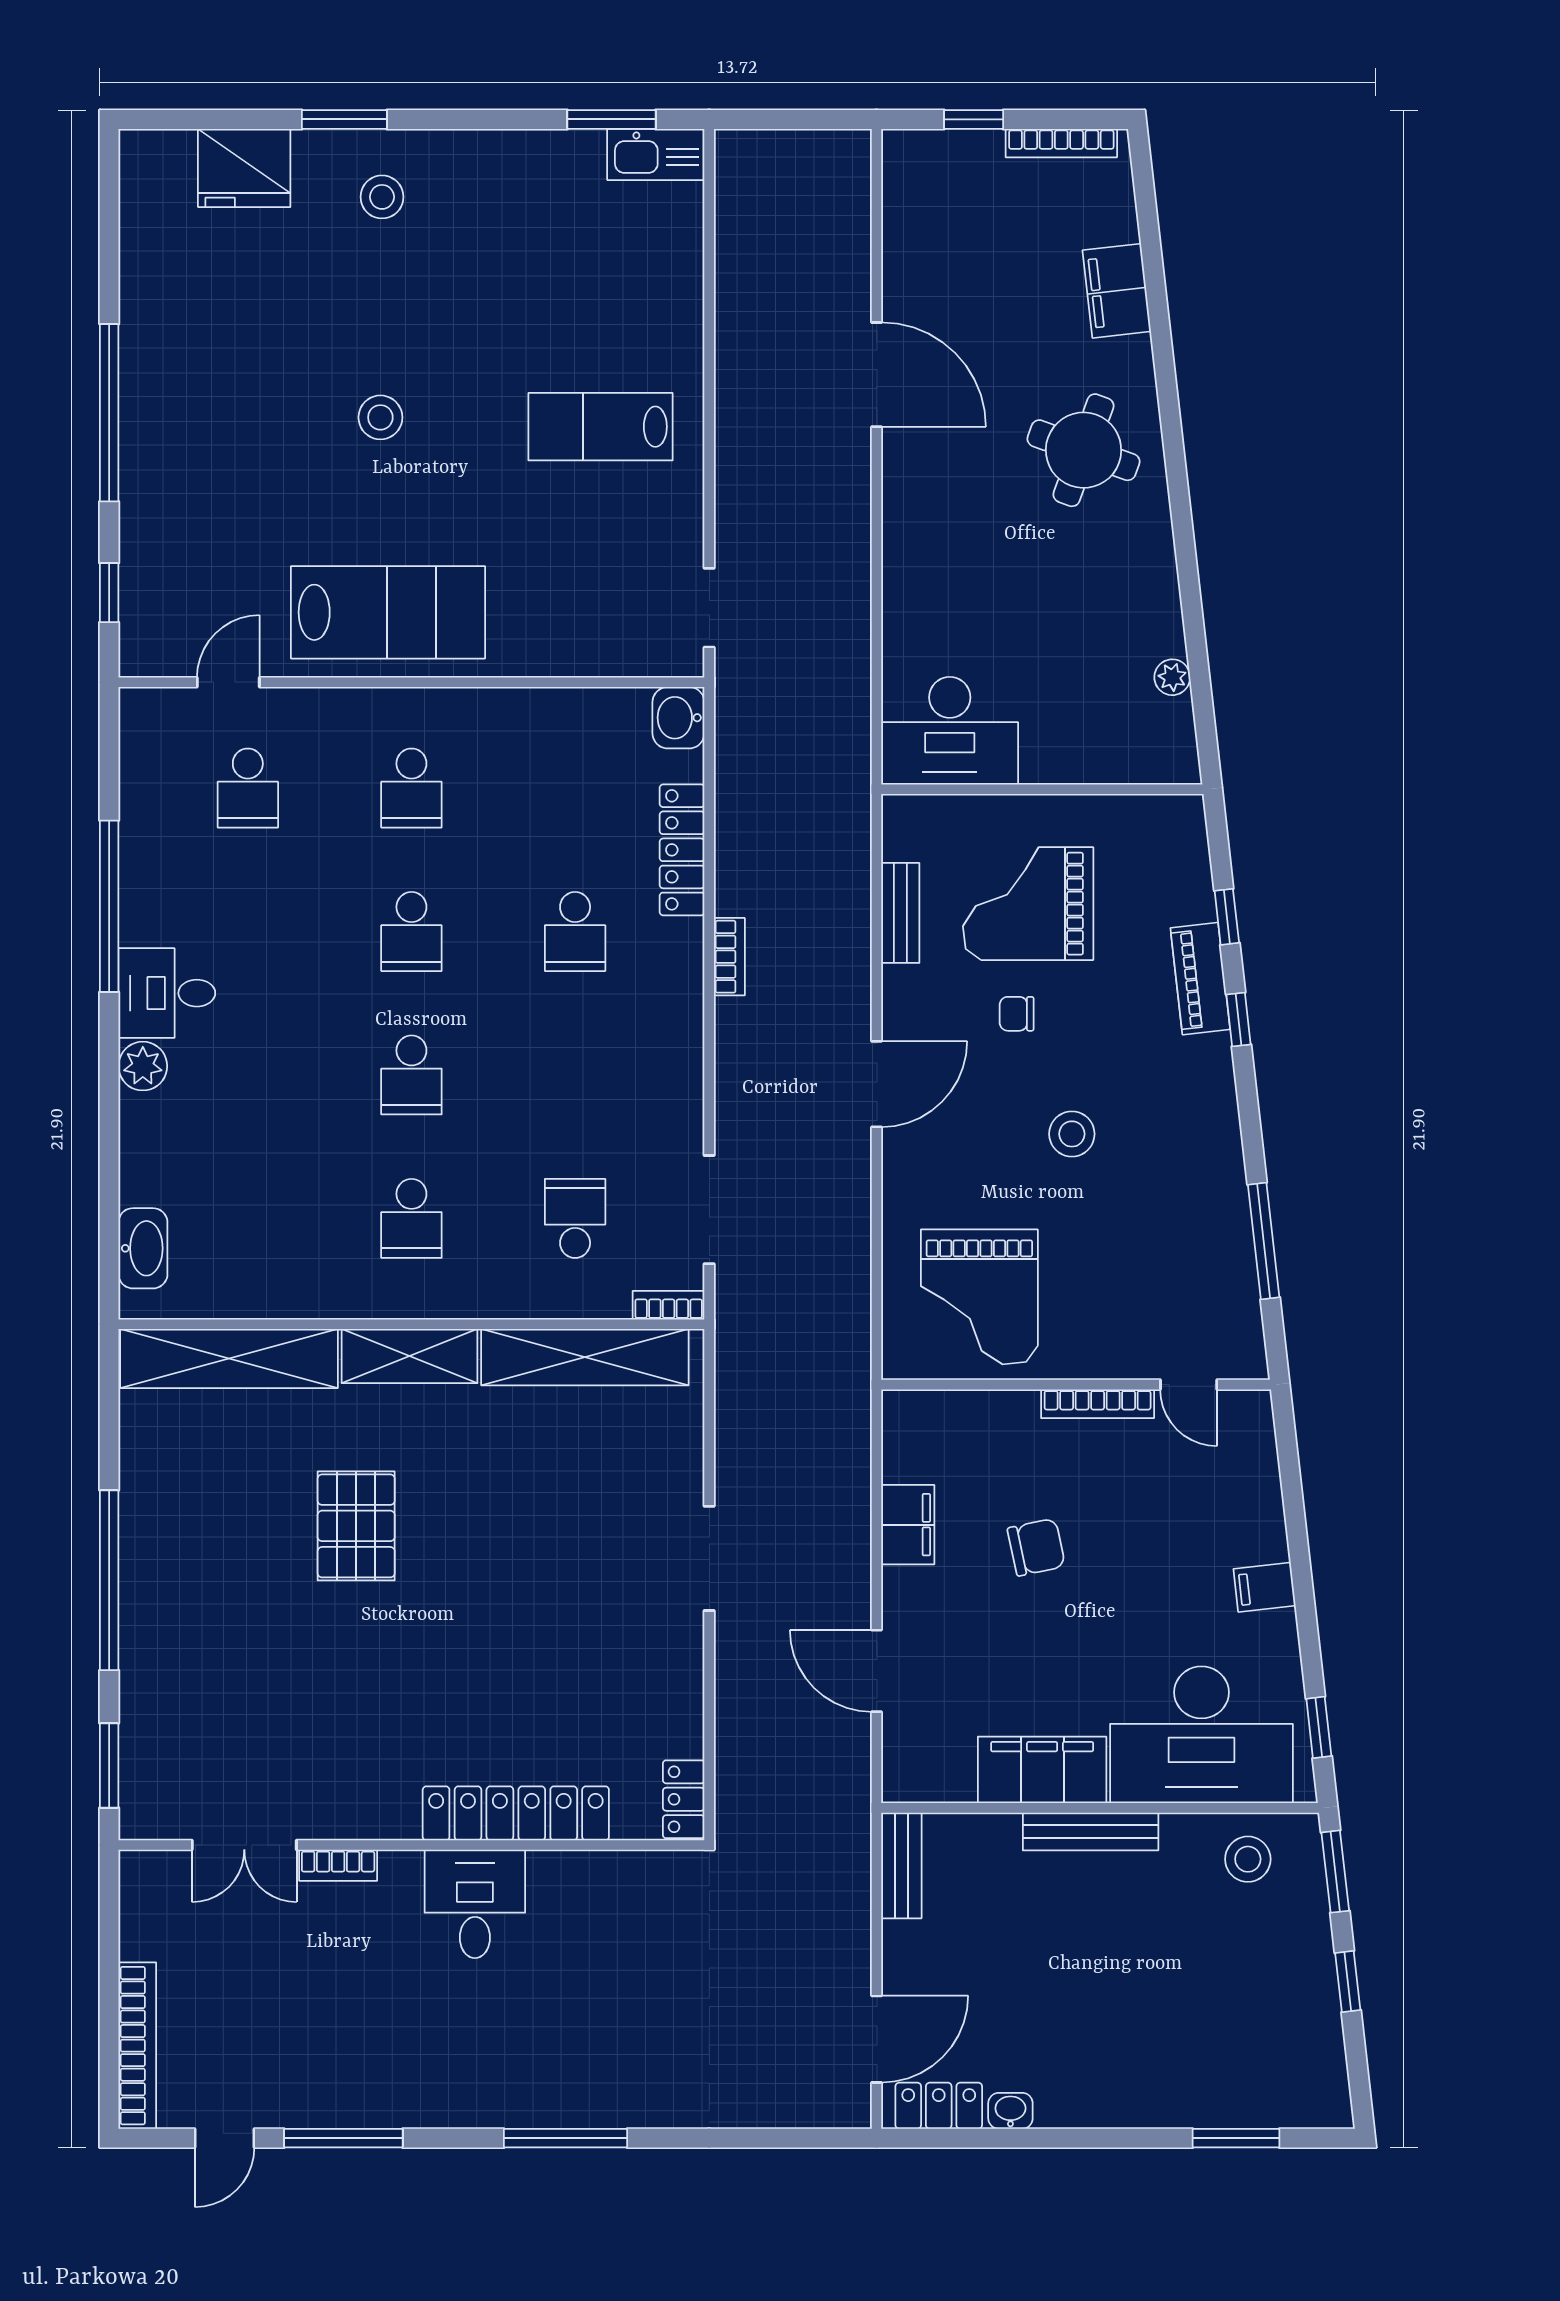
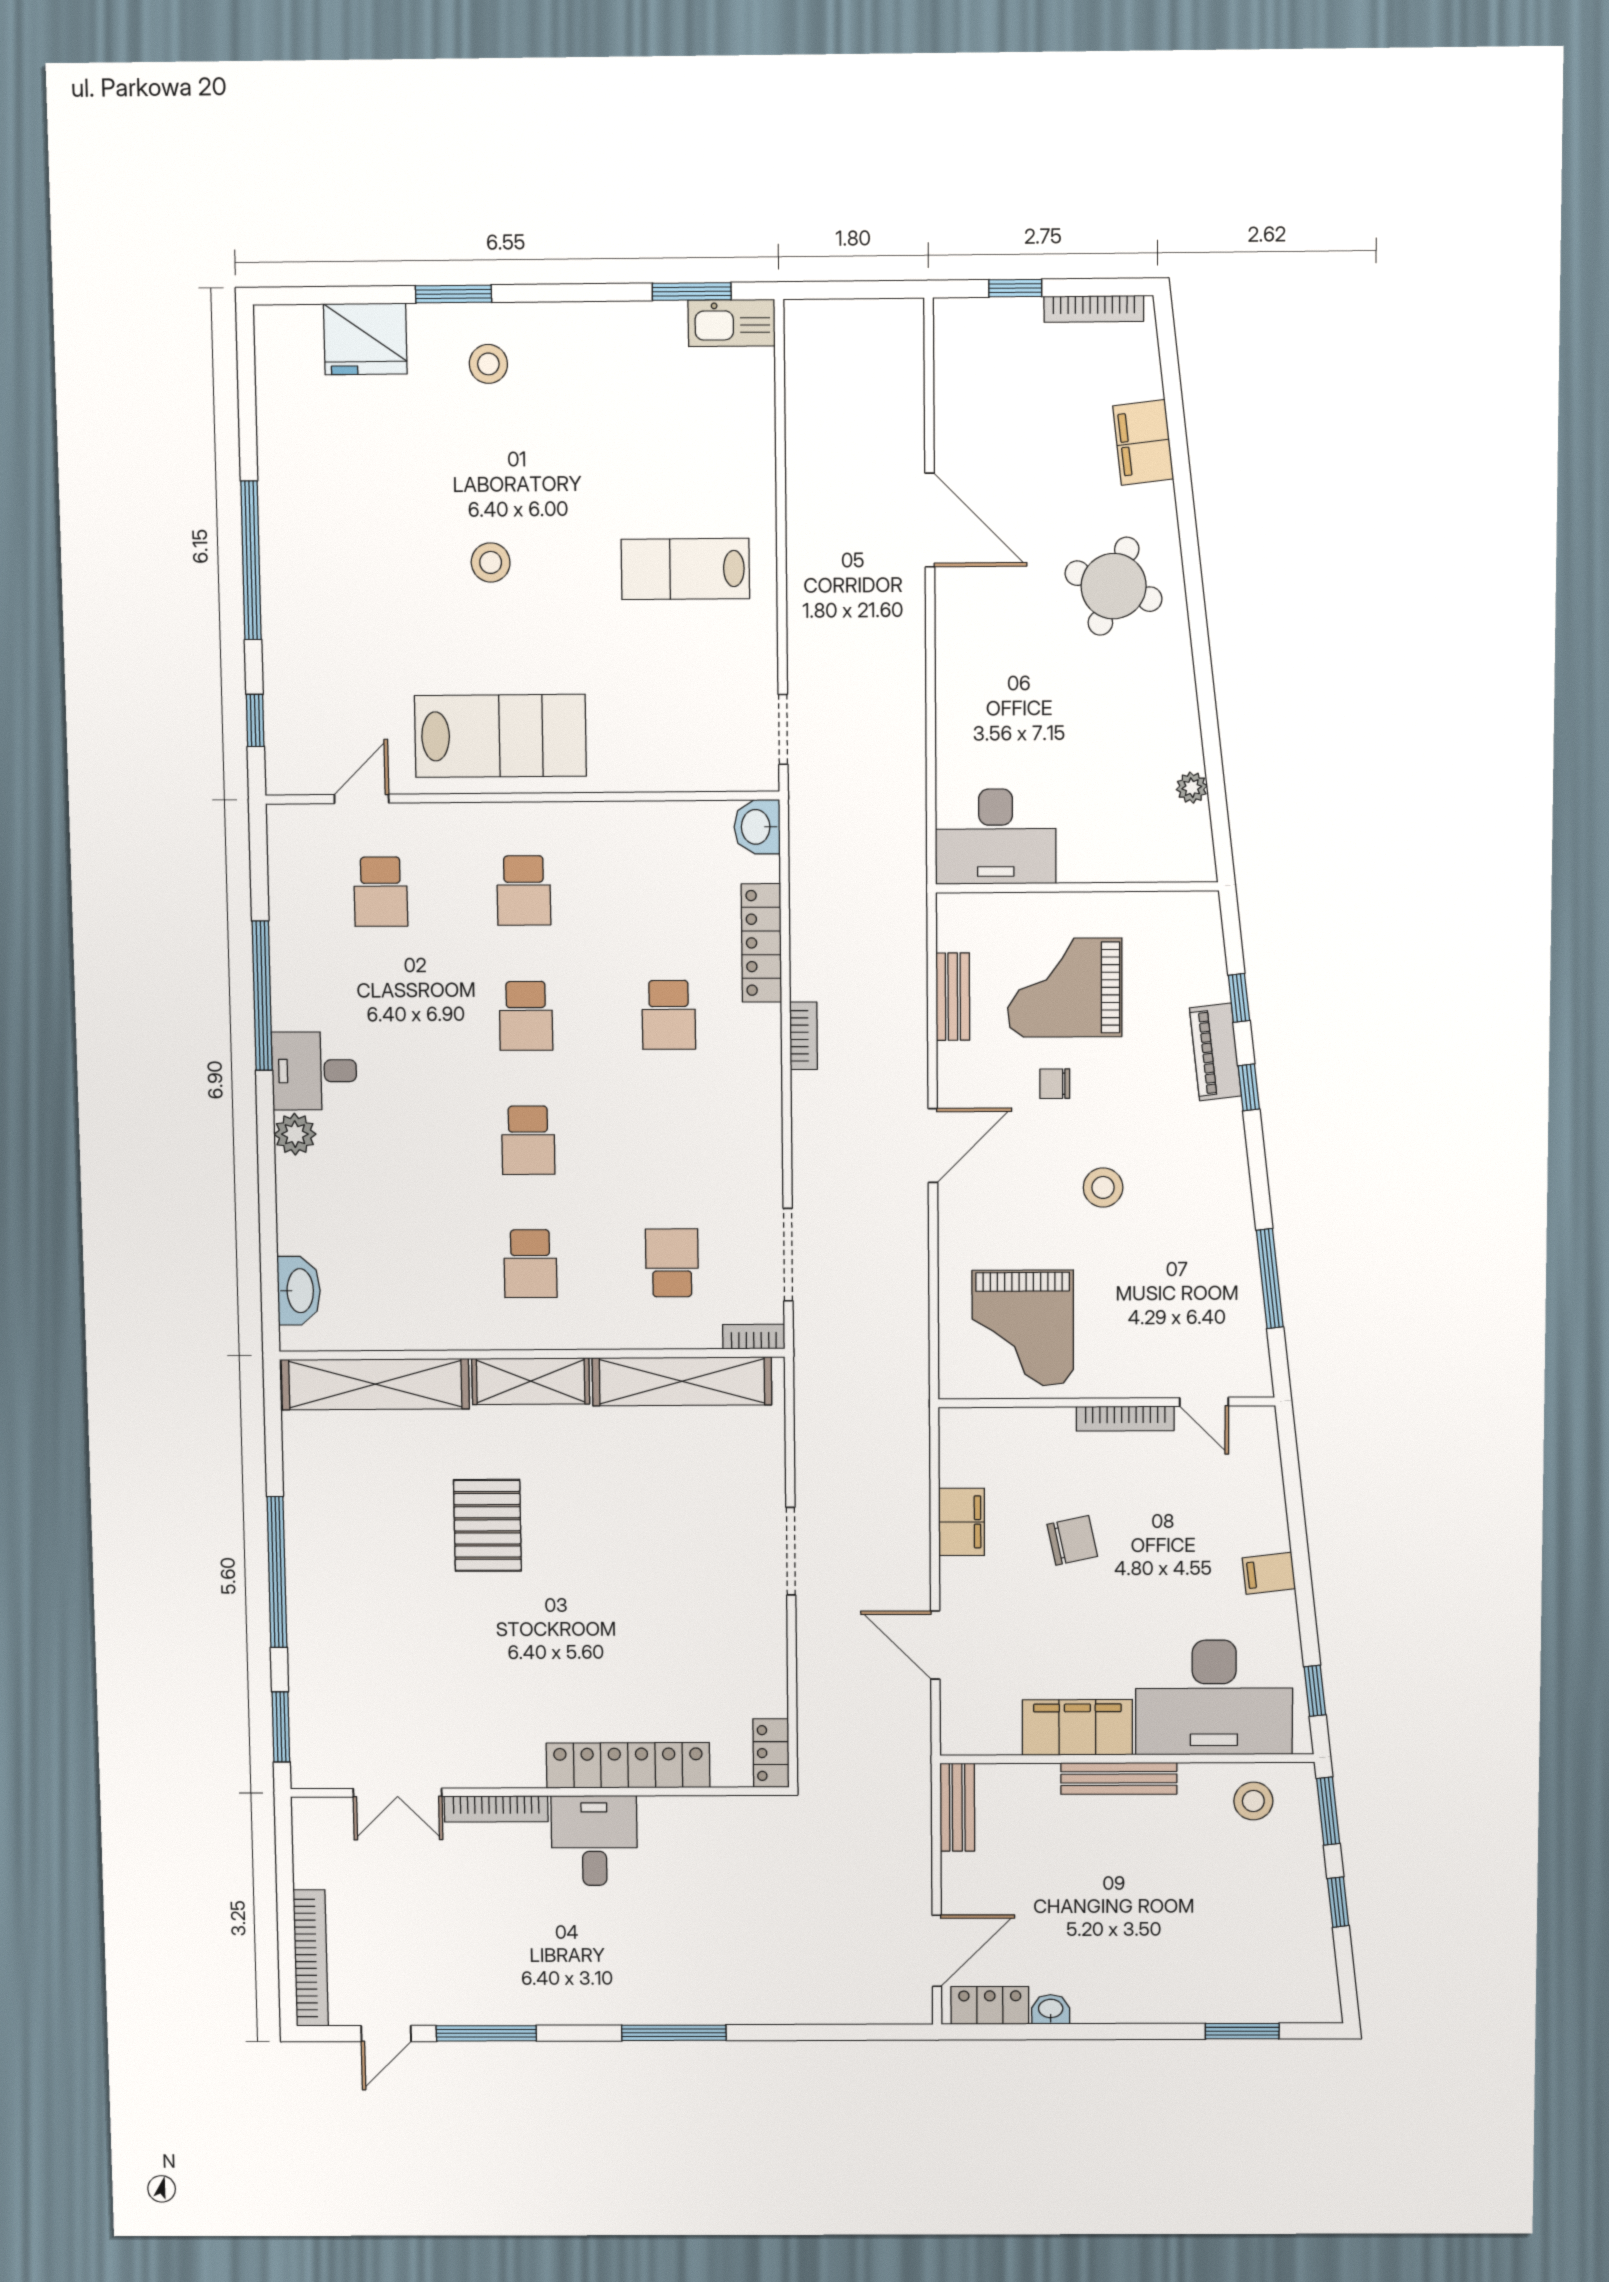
bookcase: (338, 1865) -> (496, 1809), width x1.56

